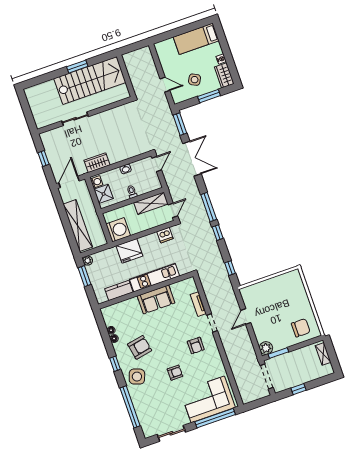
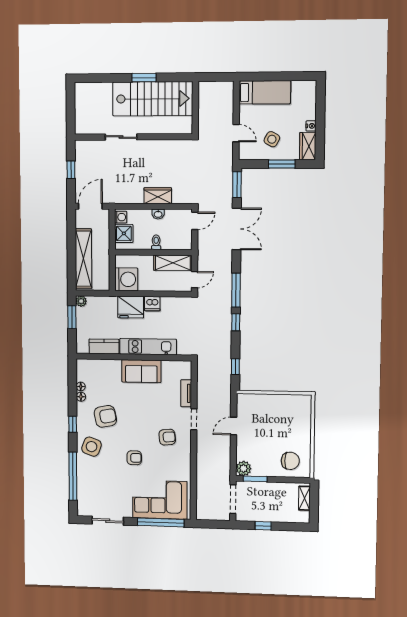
bed: (196, 39) -> (265, 92), moved, turned 180
wardrobe: (97, 163) -> (158, 196), moved
dishwasher: (165, 235) -> (152, 304), moved
armchair: (196, 346) -> (167, 437), turned -96

